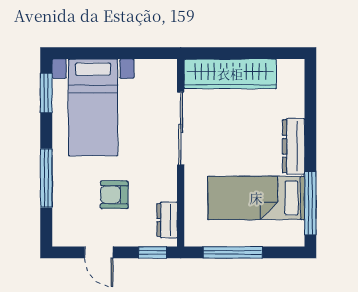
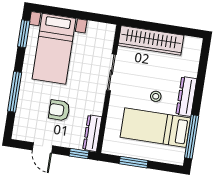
sliding door: (181, 128) -> (111, 72), width x0.73
stool: (250, 153) -> (156, 96), added
dresser: (167, 220) -> (92, 133), width x1.44
window: (233, 252) -> (134, 162), width x0.69

